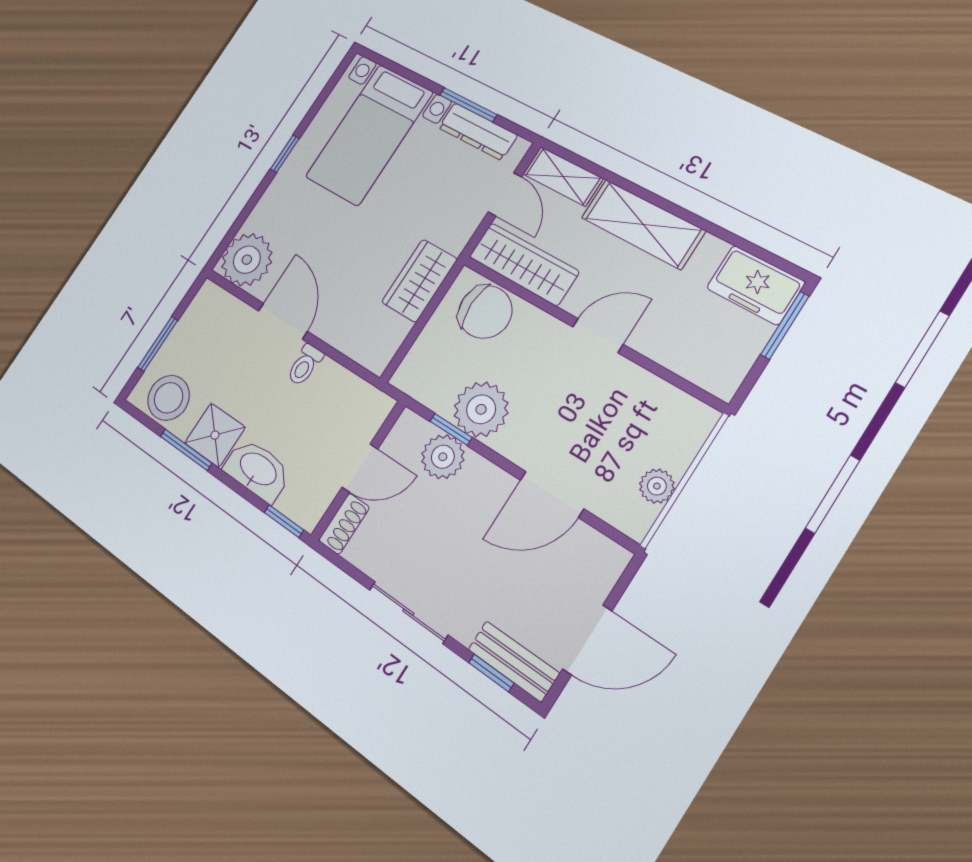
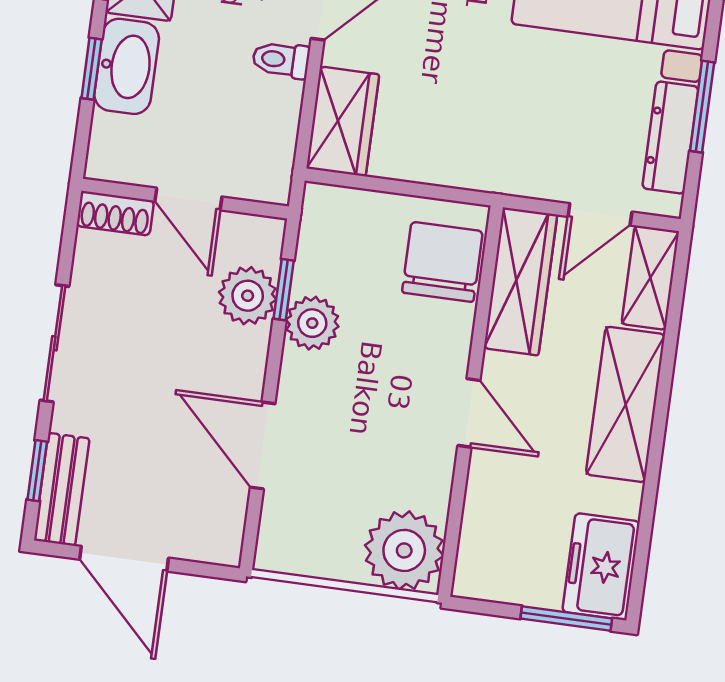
wardrobe: (419, 281) -> (343, 121), moved, turned 90
chair: (485, 312) -> (442, 262), turned 180
plant: (481, 409) -> (312, 323), width x0.73, depth x0.73
plant: (657, 486) -> (404, 550), moved, width x1.88, depth x1.88
window: (284, 521) -> (92, 69), moved

